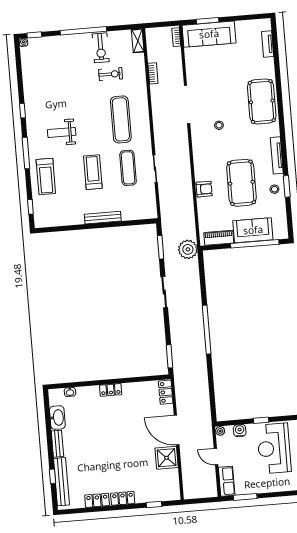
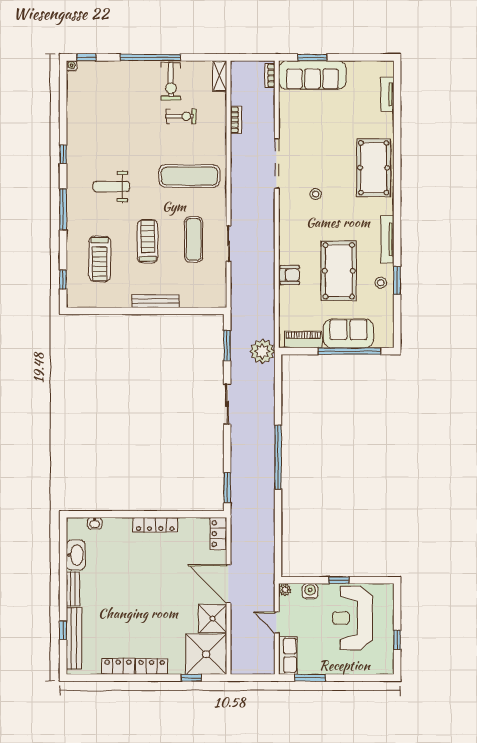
exercise mat: (121, 119) -> (189, 176), turned 90
treadmill: (46, 176) -> (100, 259), moved
locker: (111, 390) -> (155, 525), width x1.53
shower: (164, 485) -> (206, 654), added

